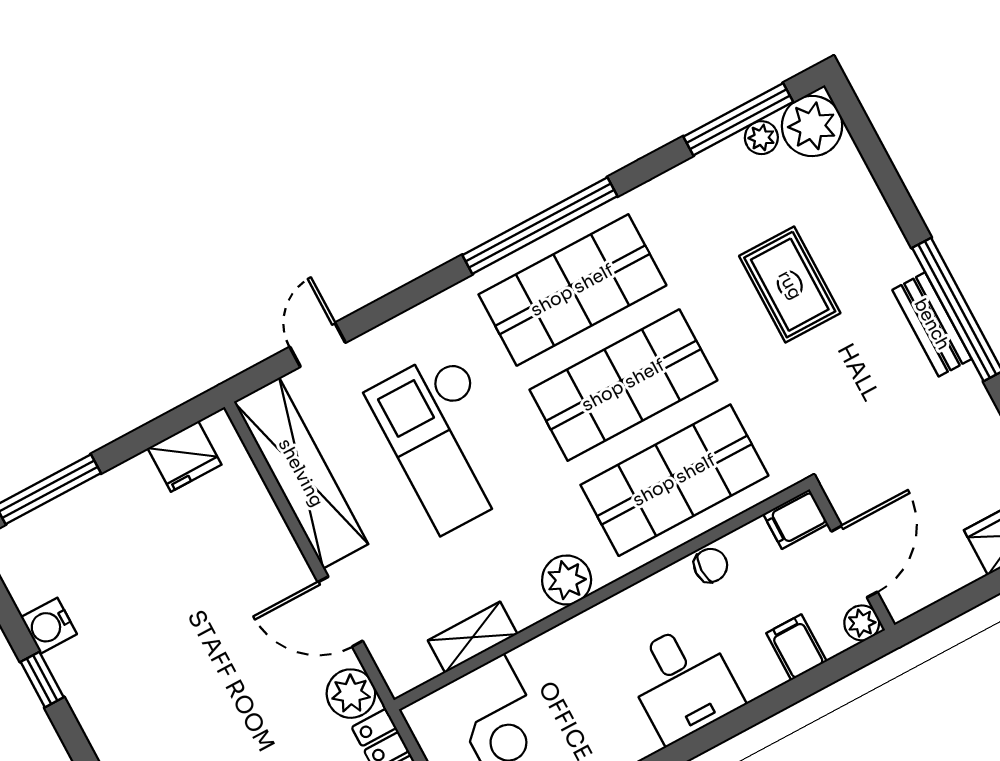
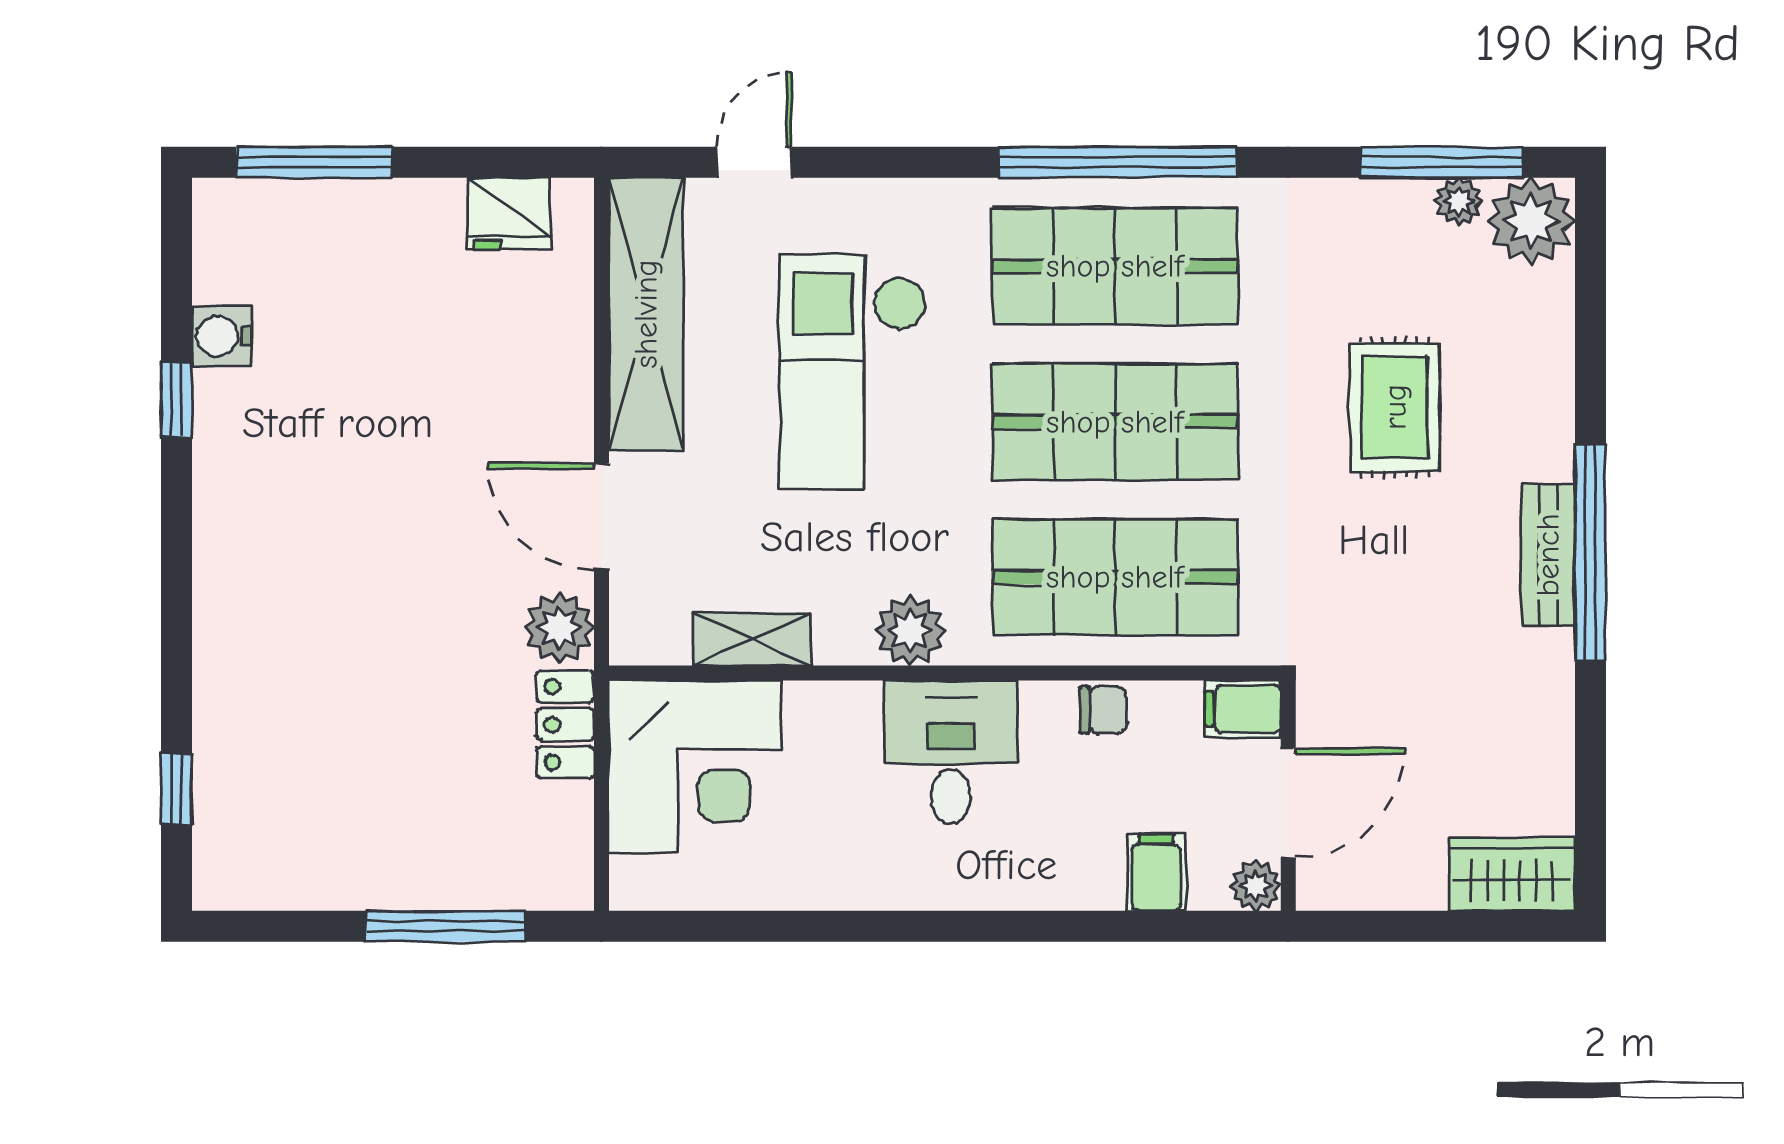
desk: (683, 682) -> (951, 752), moved, turned 180

